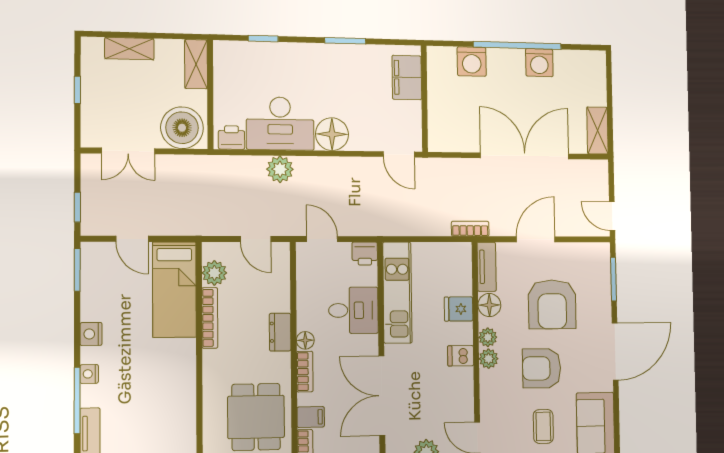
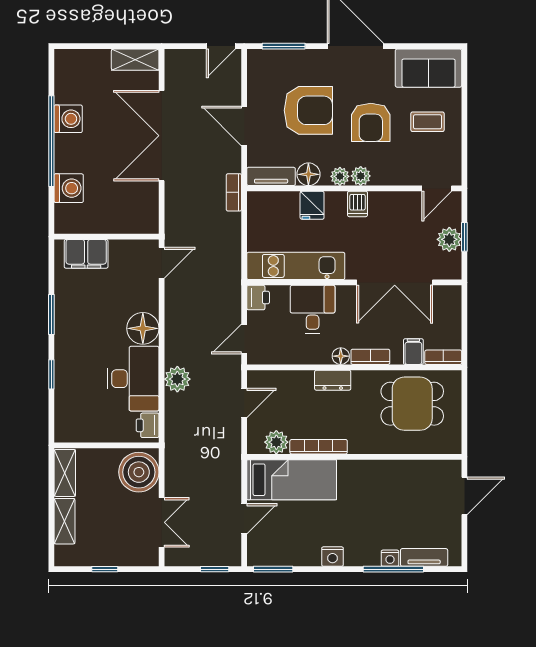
window: (263, 39) -> (51, 374), moved
shelving: (196, 64) -> (65, 473), moved, turned 90
nightstand: (89, 374) -> (390, 558), moved

